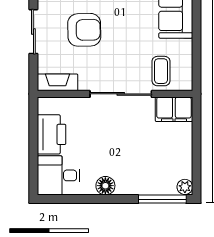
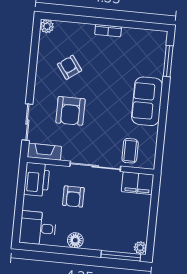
armchair: (84, 30) -> (70, 111), turned 91
sliding door: (33, 32) -> (27, 122), moved
armchair: (98, 133) -> (73, 196), added
printer: (52, 134) -> (37, 179), moved

